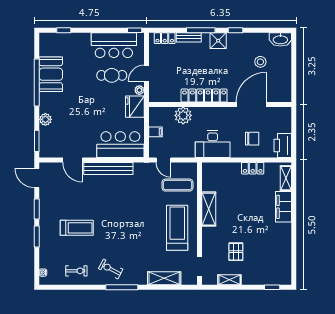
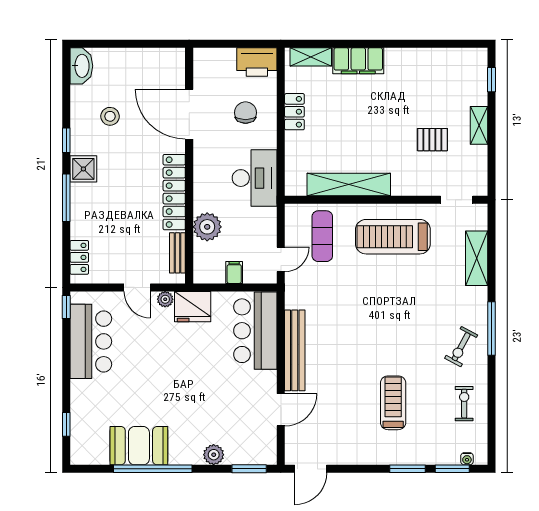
bench: (189, 37) -> (177, 253), moved
stool: (260, 62) -> (110, 116), moved
cafe table: (112, 75) -> (141, 345), removed
window: (37, 209) -> (452, 469), moved
shelving: (209, 209) -> (349, 184), width x1.47
shelving: (229, 280) -> (479, 125), moved

